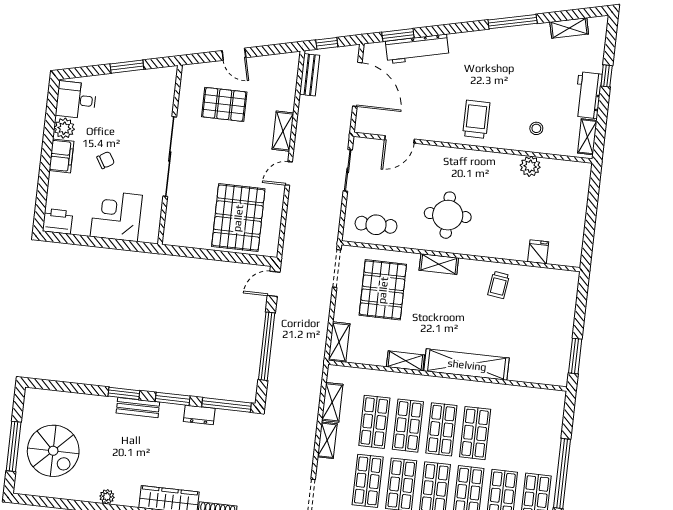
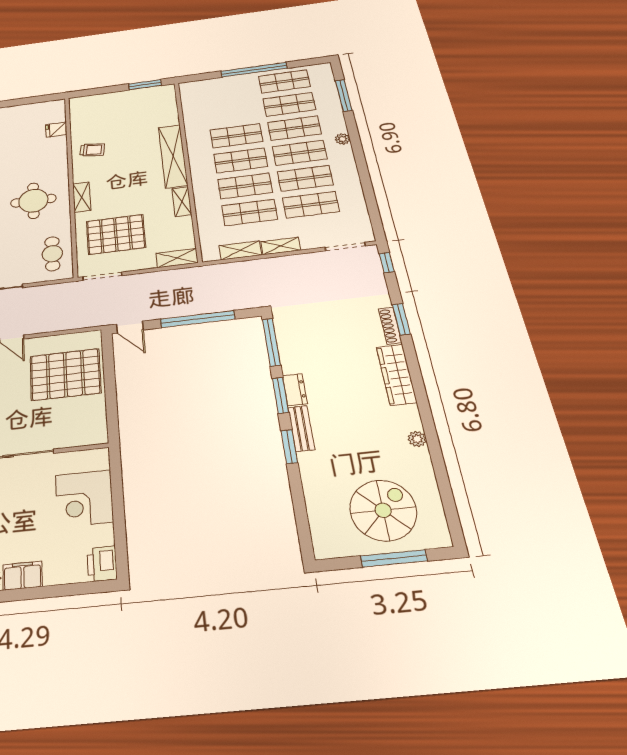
chair: (106, 160) -> (21, 524), removed
dresser: (199, 415) -> (295, 390), moved

